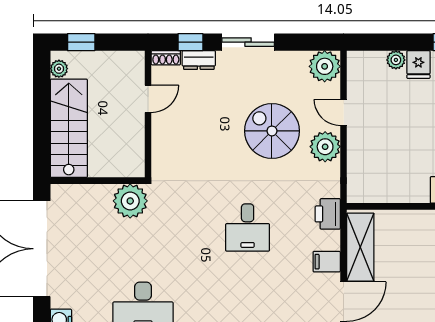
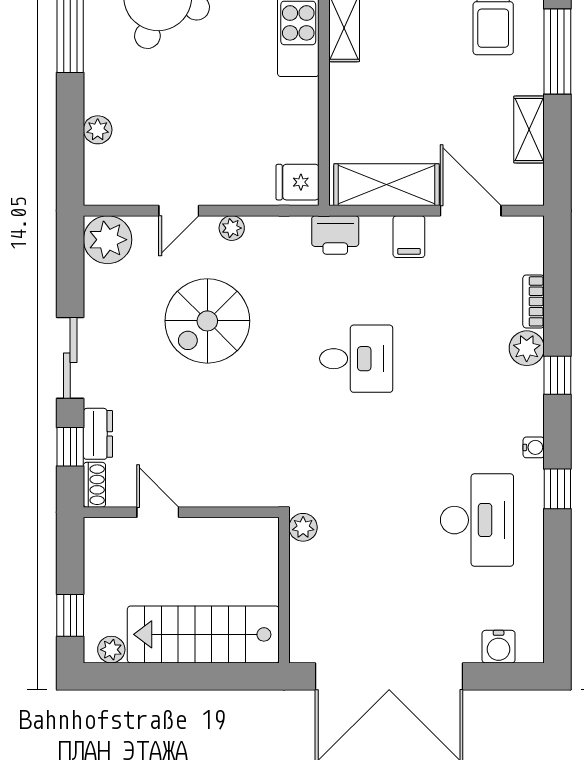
fridge: (418, 65) -> (297, 182), moved, turned 180
plant: (325, 147) -> (232, 228), width x0.53, depth x0.53
plant: (130, 201) -> (303, 527), width x0.53, depth x0.53

